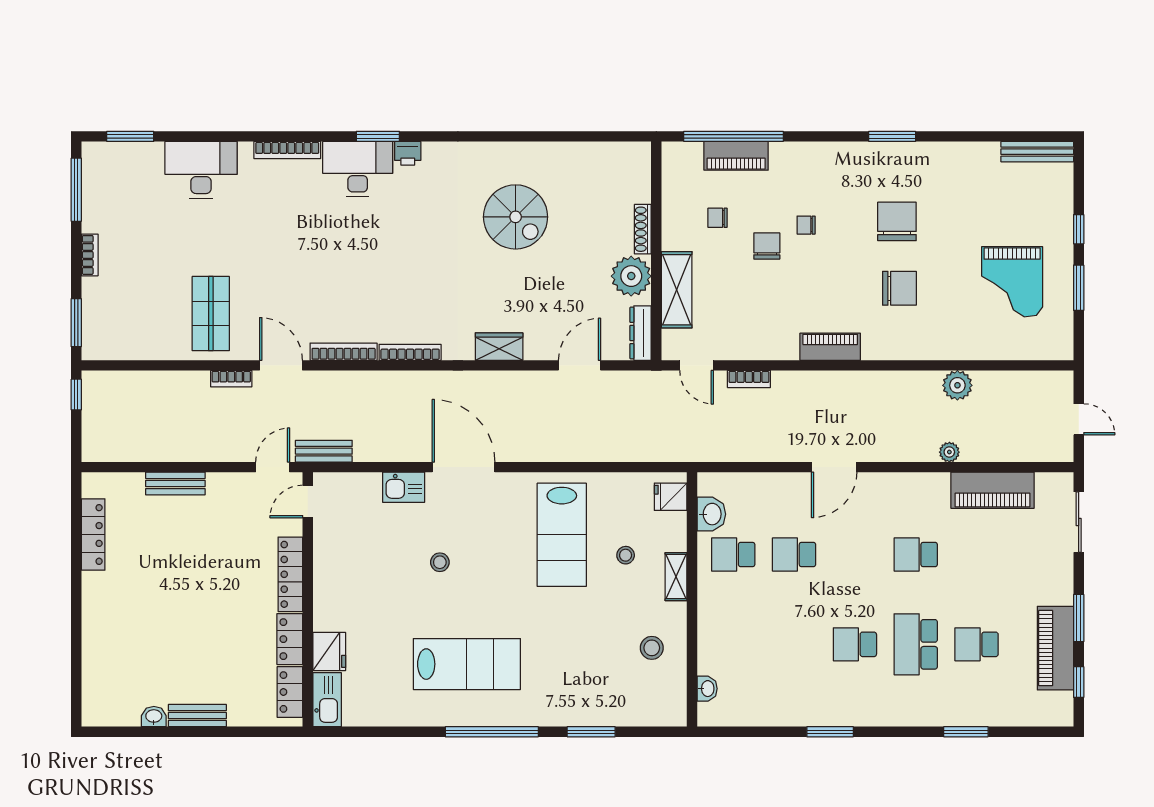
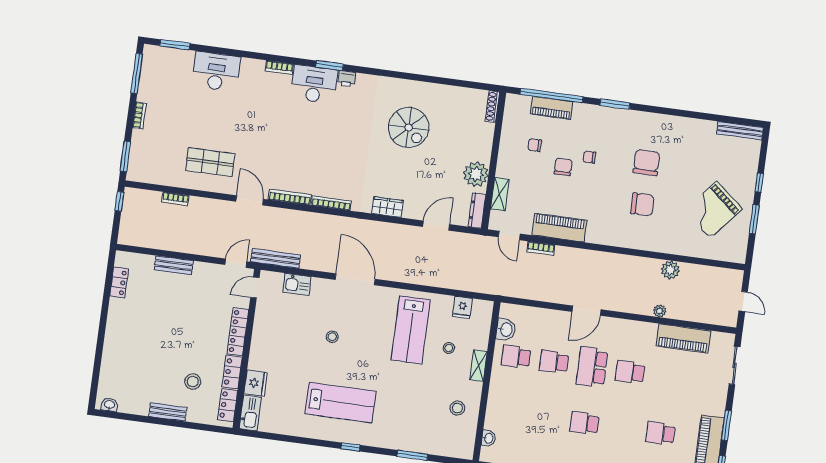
window: (892, 136) -> (615, 104), moved
bookcase: (287, 150) -> (279, 67), width x0.64
shoe rack: (643, 229) -> (492, 107), moved
grand piano: (1012, 282) -> (713, 210), turned 40
shelving: (677, 290) -> (500, 194), width x0.67, depth x0.75
shop shelf: (211, 314) -> (210, 162), turned 90
piano: (830, 347) -> (559, 228), moved, width x1.37, depth x1.33
bookcase: (231, 379) -> (175, 199), moved
bench: (324, 451) -> (276, 258), width x1.36
kitchen sink: (404, 487) -> (297, 284), moved
fridge: (671, 497) -> (462, 307), moved, turned -90
locker: (93, 534) -> (119, 282), width x0.66
school desk: (916, 644) -> (592, 367), moved
stool: (230, 662) -> (193, 382), added
washbasin: (154, 717) -> (110, 405), moved
window: (492, 732) -> (350, 447), width x0.32

